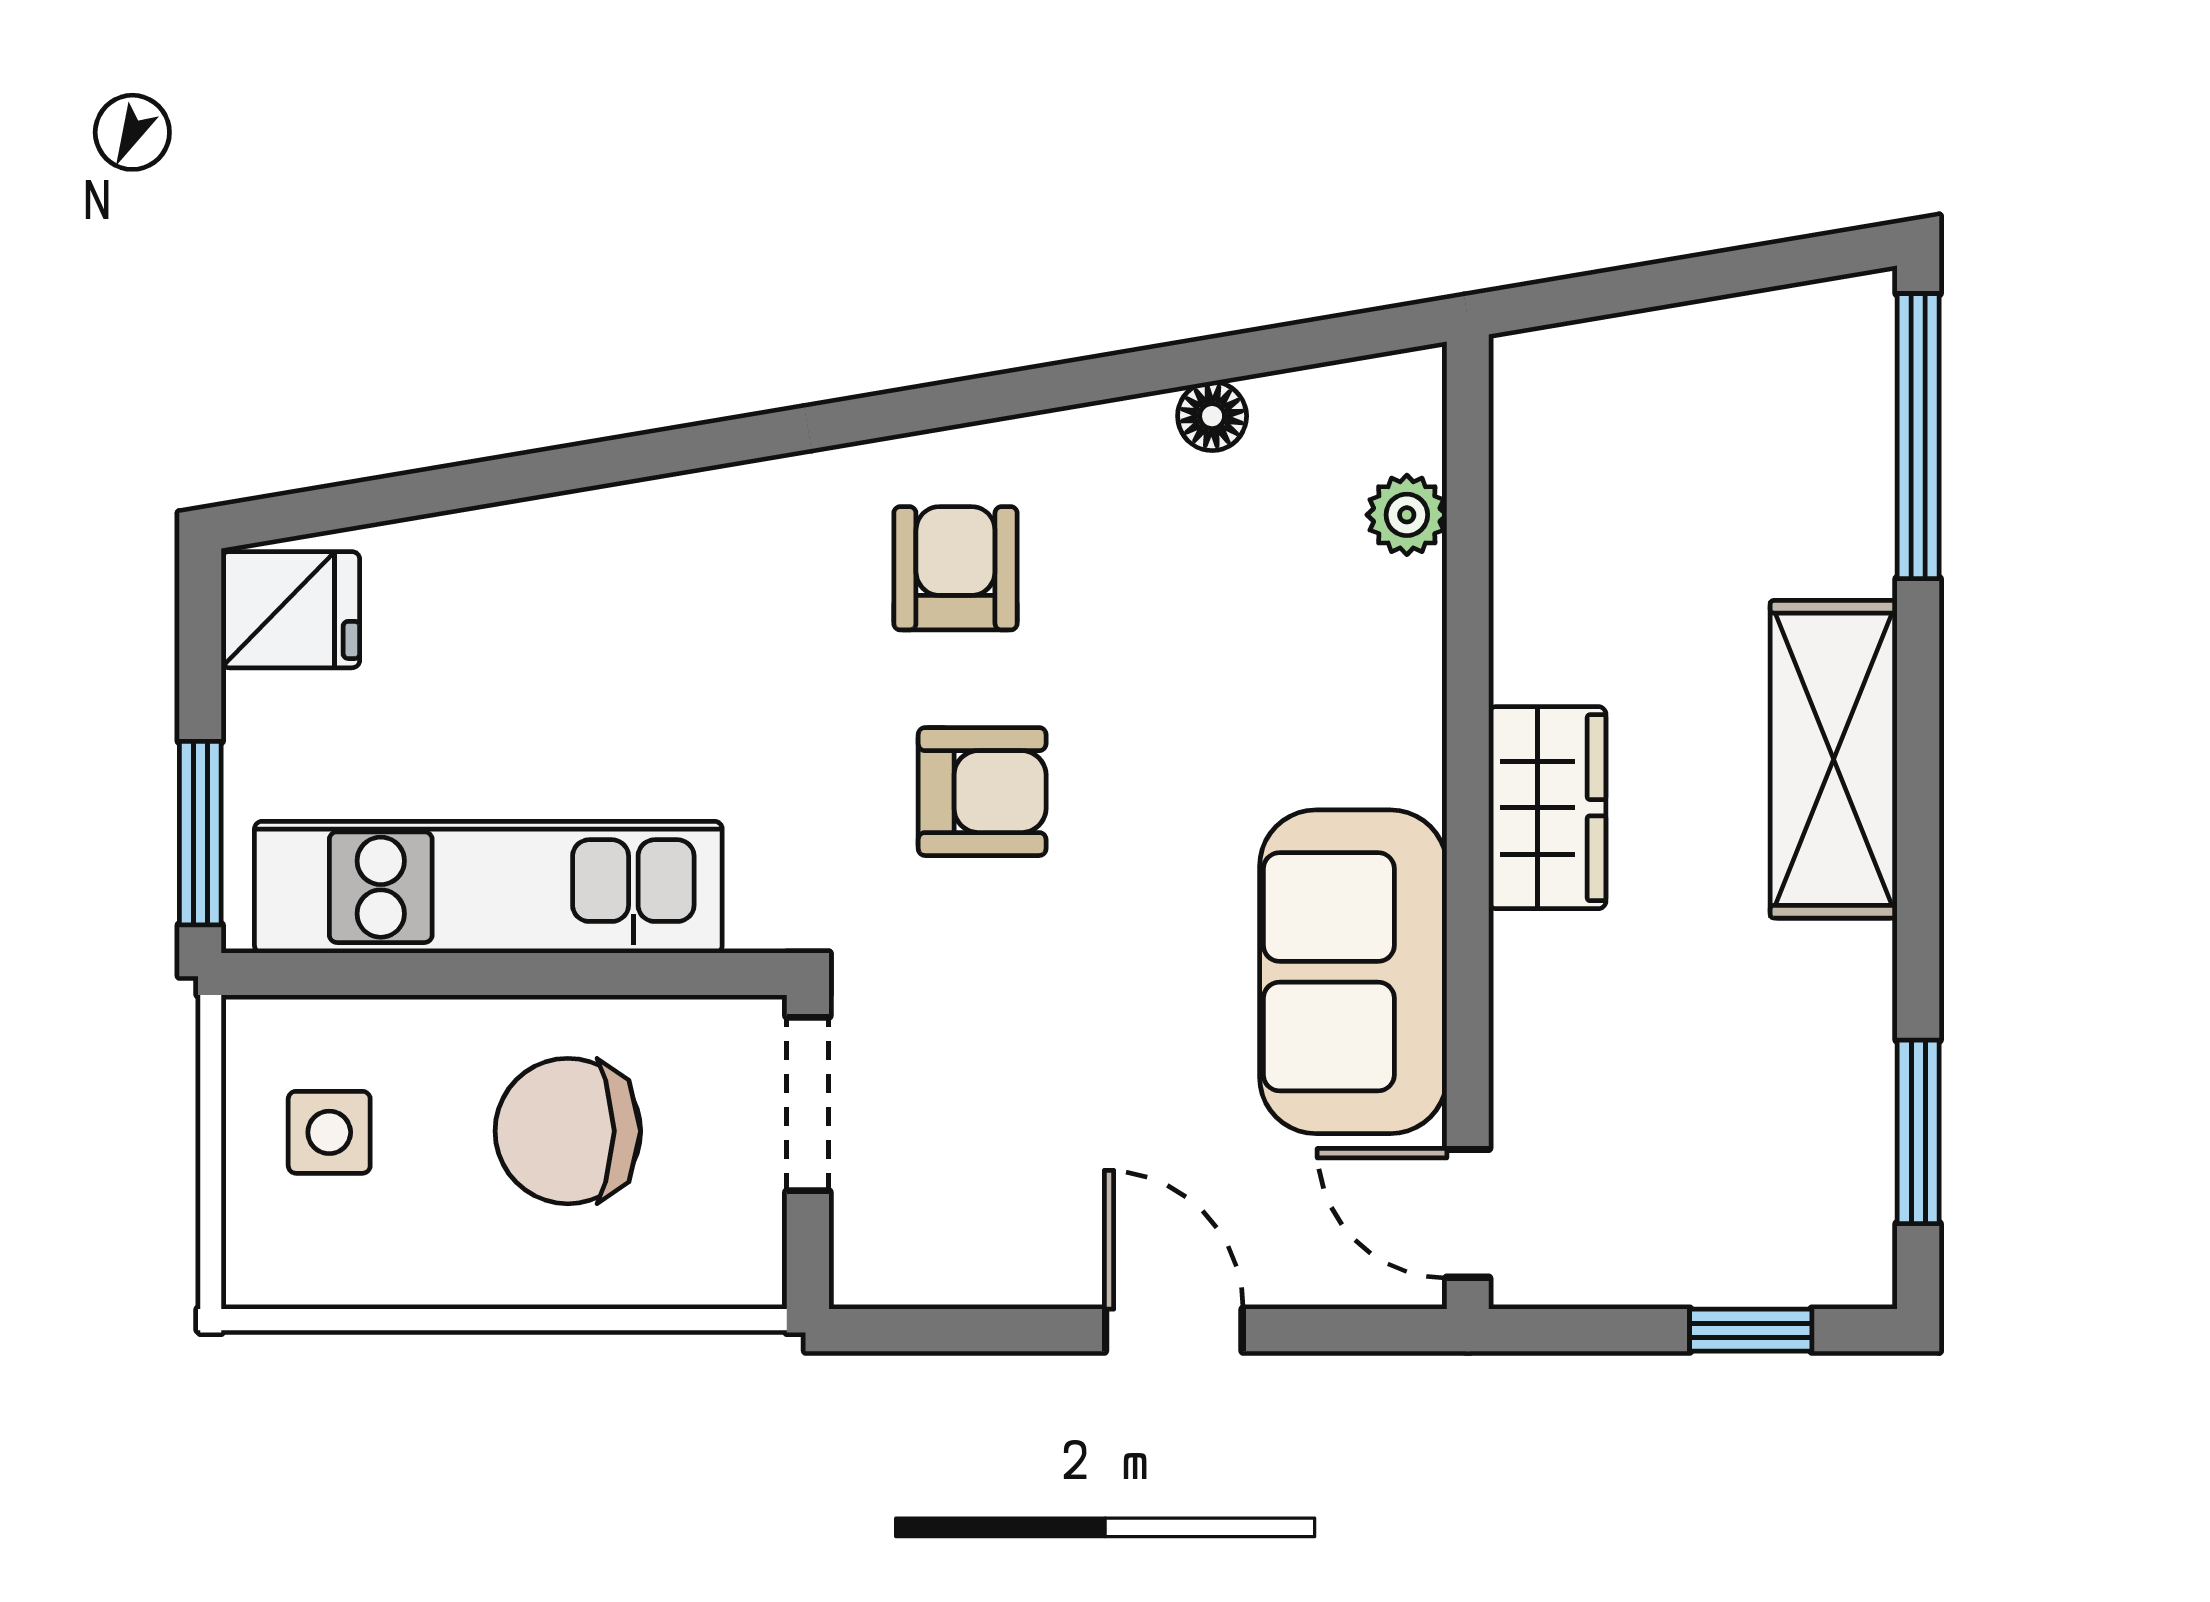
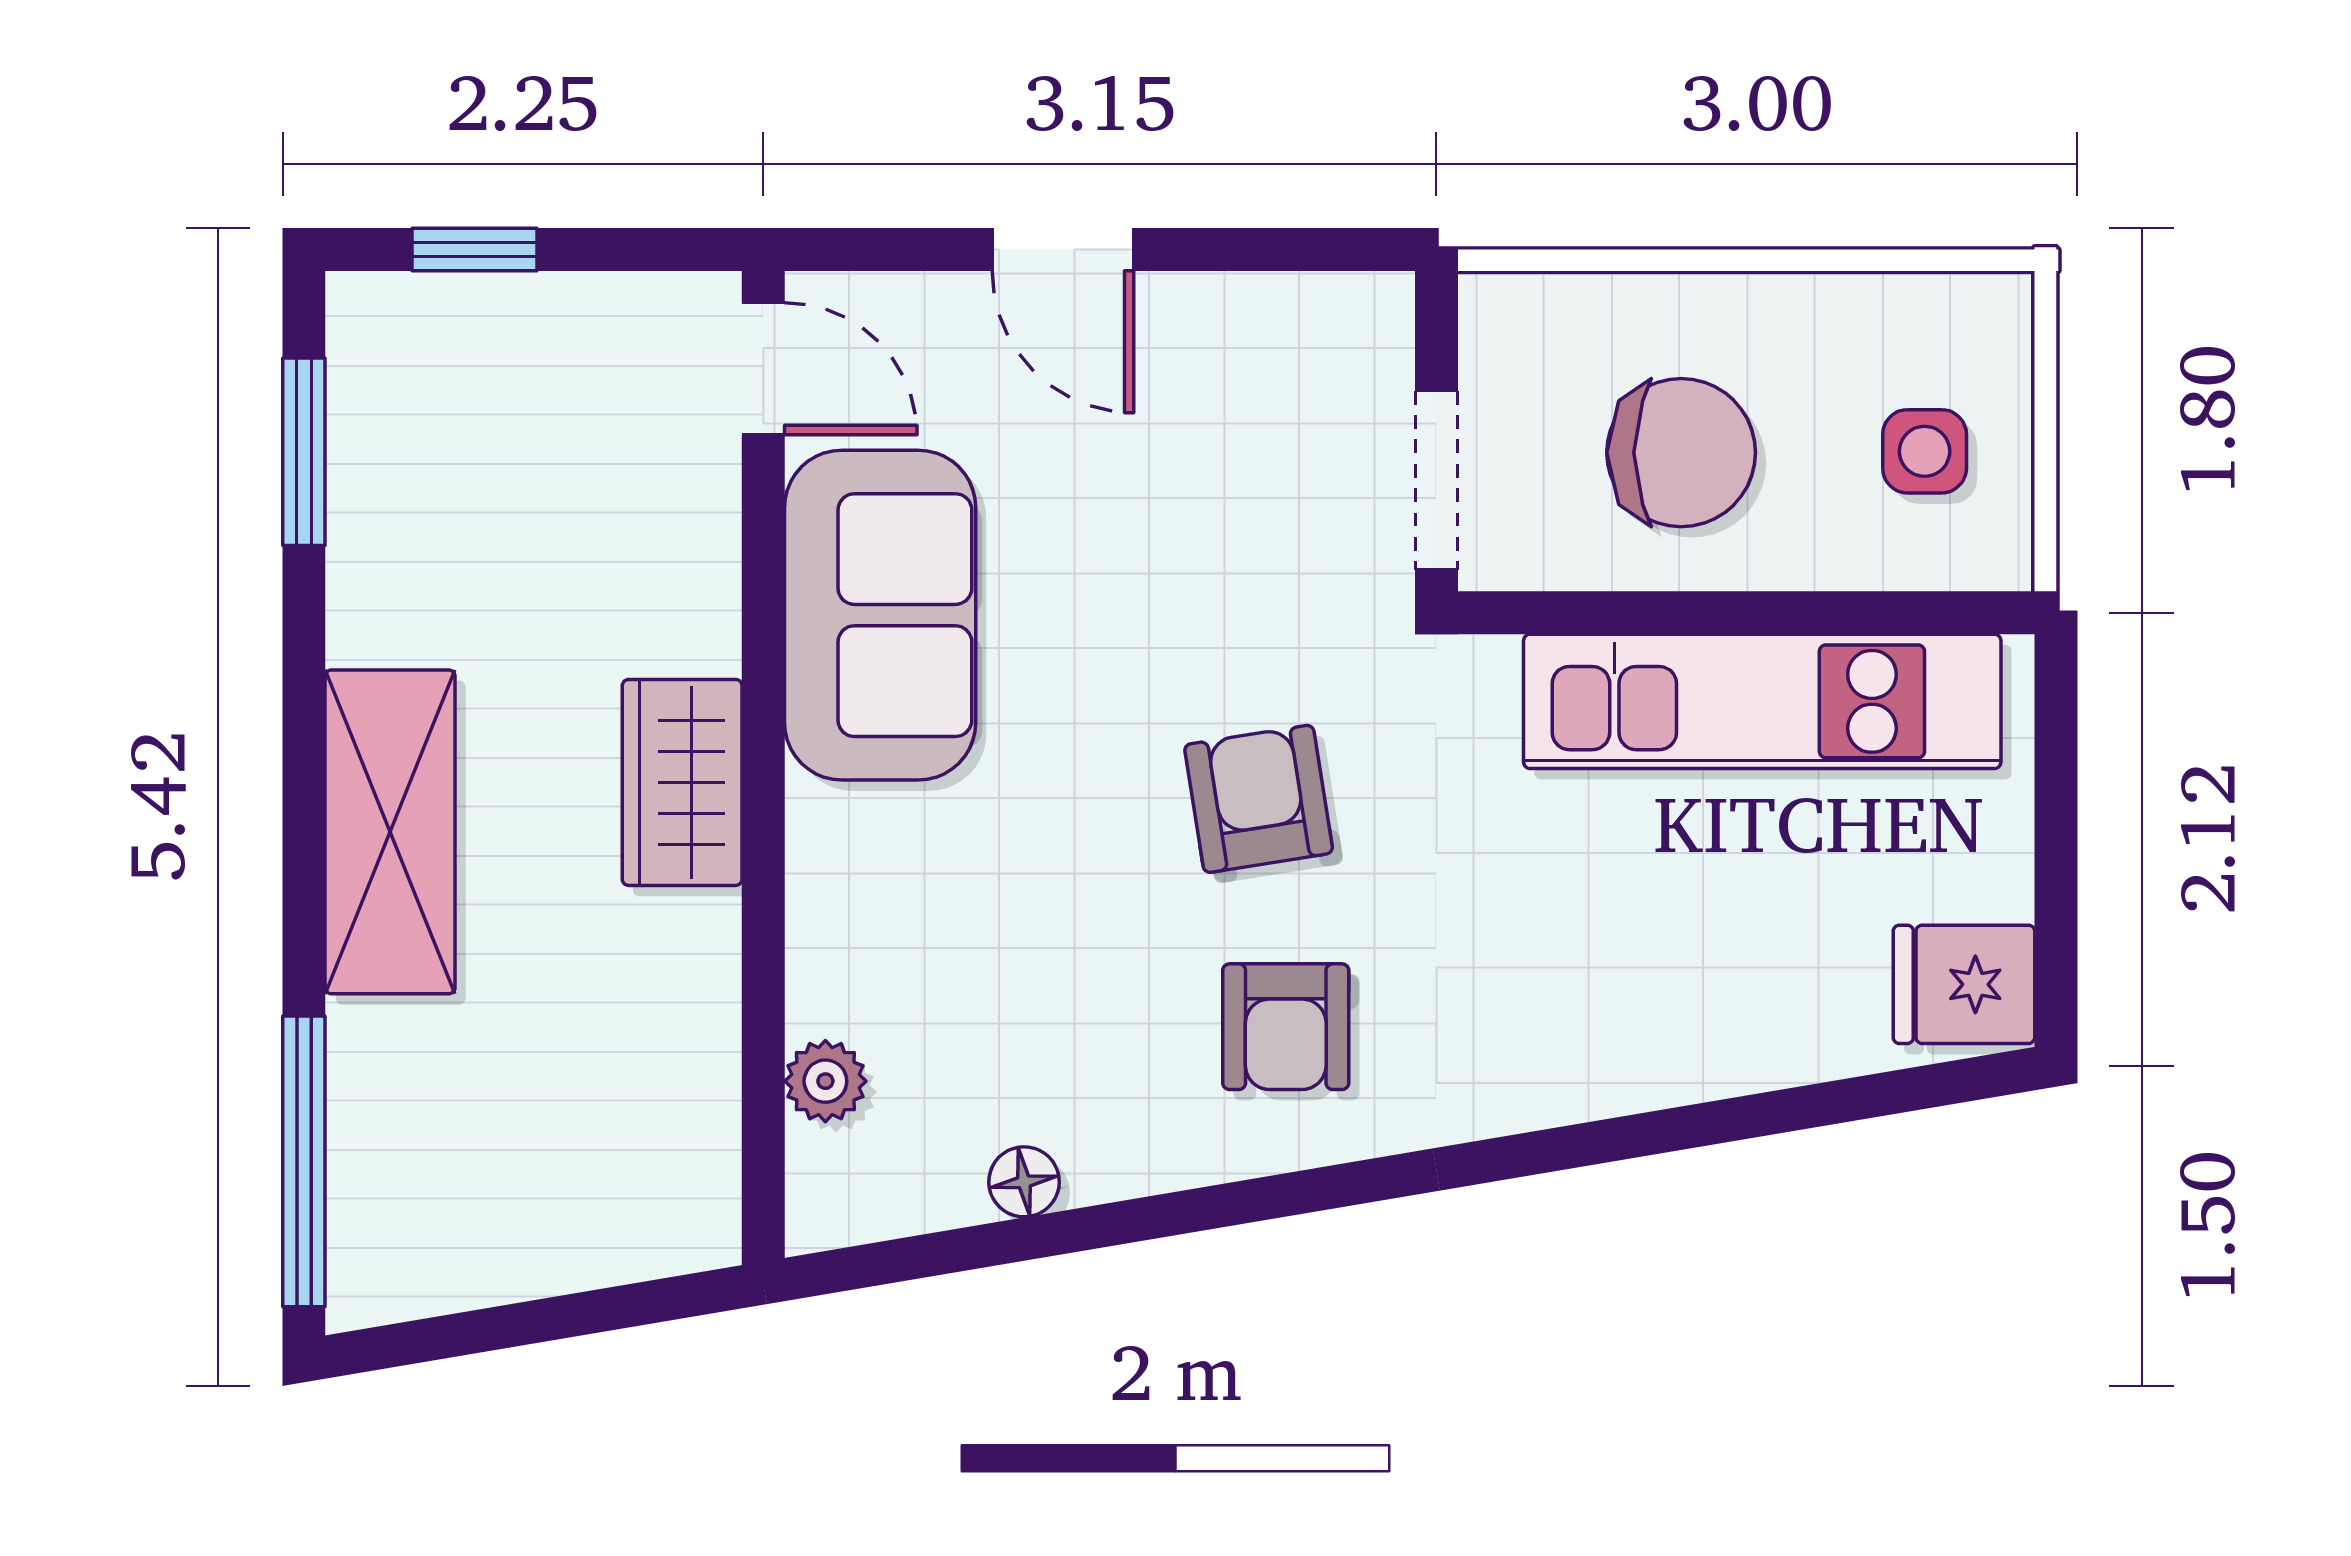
armchair: (982, 792) -> (1259, 799), turned 81
window: (200, 833) -> (2056, 757), removed

